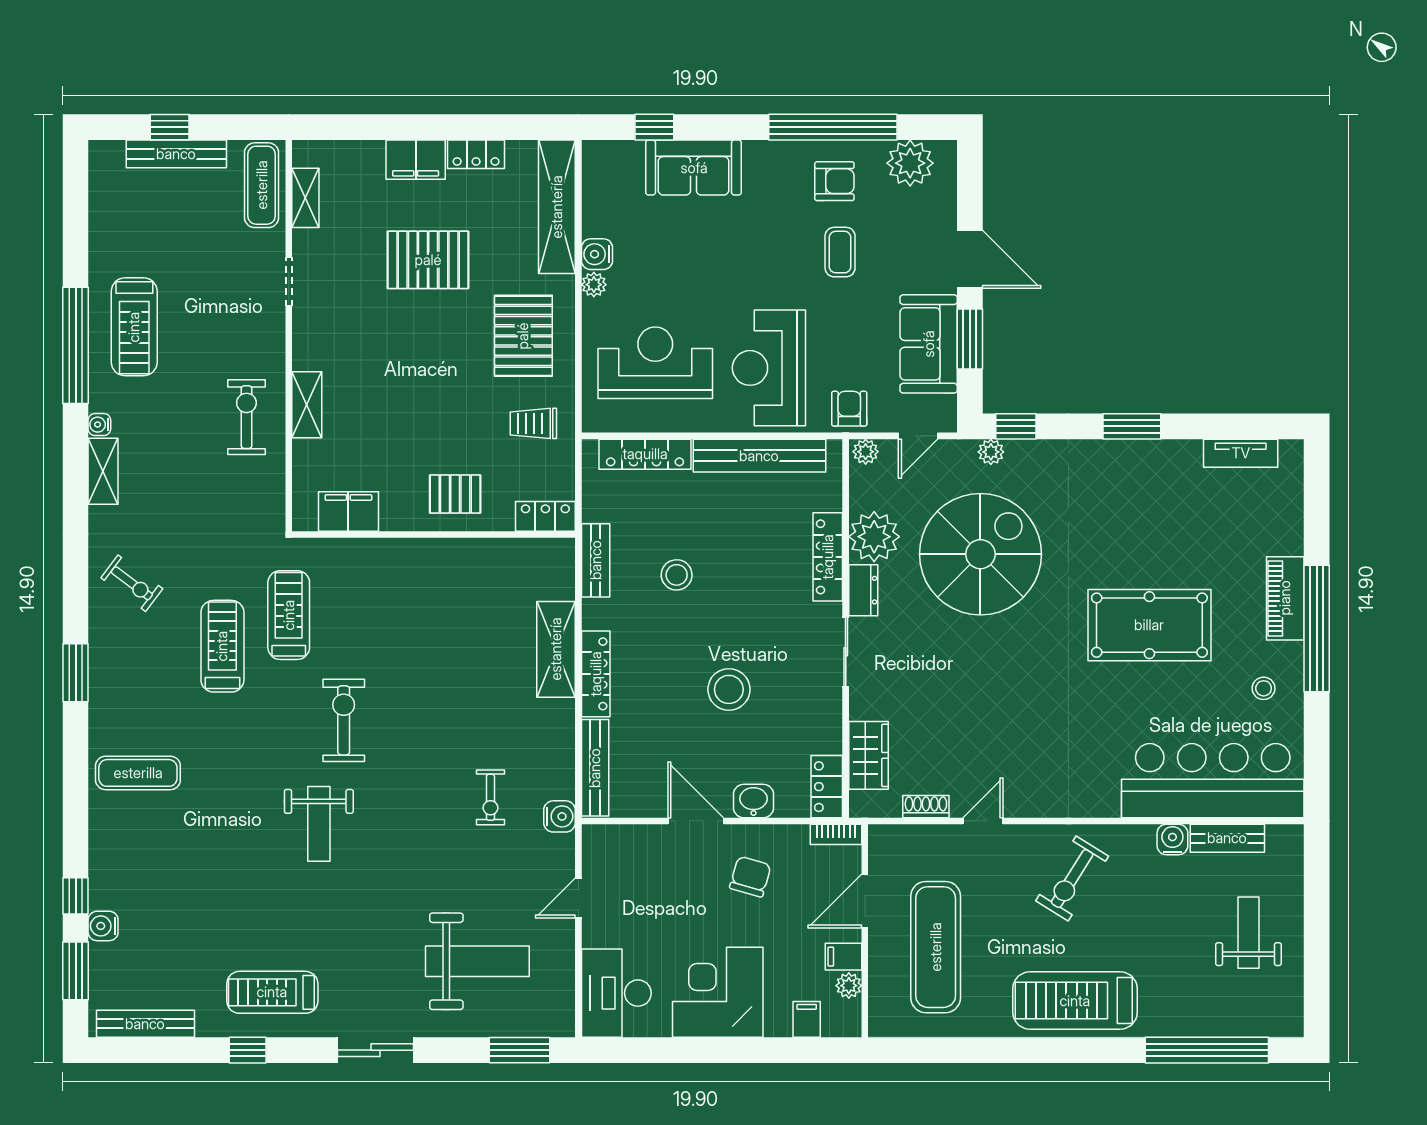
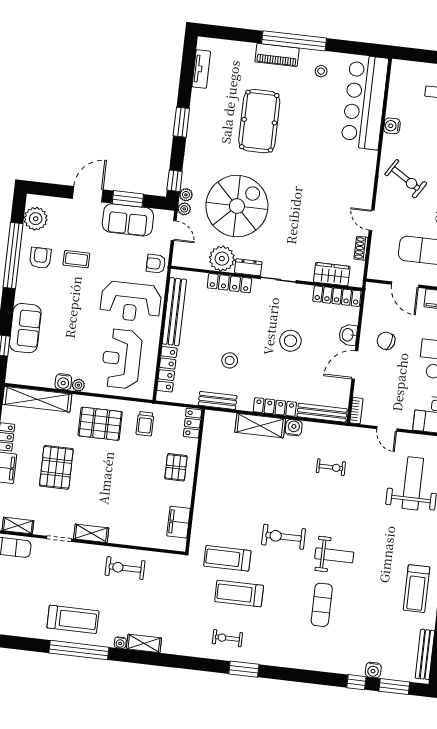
shelving: (307, 405) -> (91, 533), moved
plant: (866, 452) -> (184, 209), moved
spiral stairs: (980, 554) -> (237, 206), turned 90
exercise bike: (132, 583) -> (227, 638), moved, turned -127
pool table: (1149, 625) -> (259, 121), moved
exercise mat: (138, 773) -> (322, 605), moved
locker: (827, 787) -> (337, 296), width x1.53
water cooler: (559, 816) -> (294, 428), moved
bookcase: (836, 834) -> (356, 411), moved
bench: (1227, 838) -> (395, 98), removed

